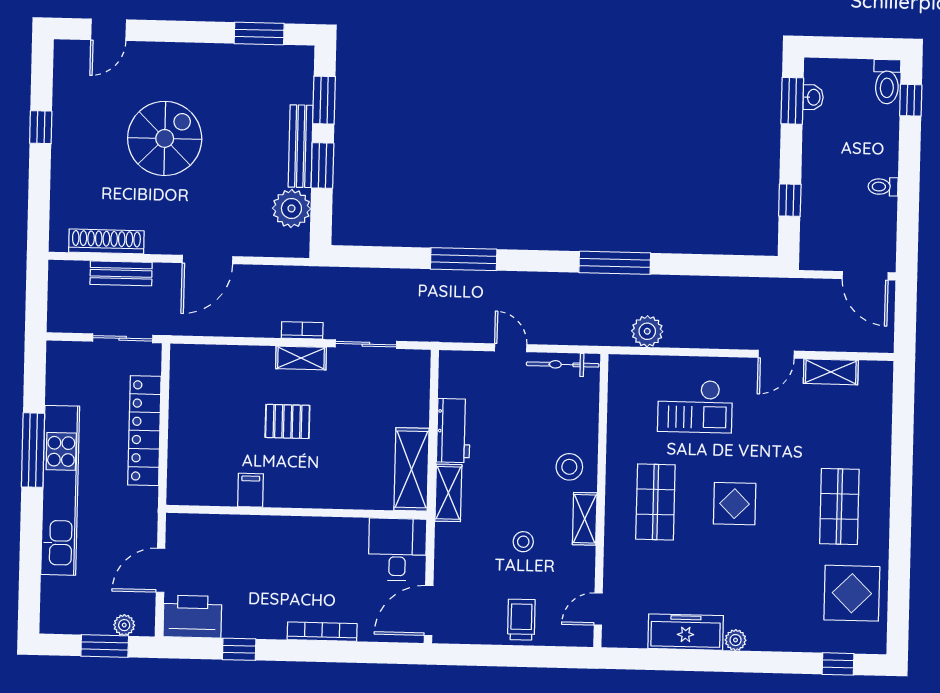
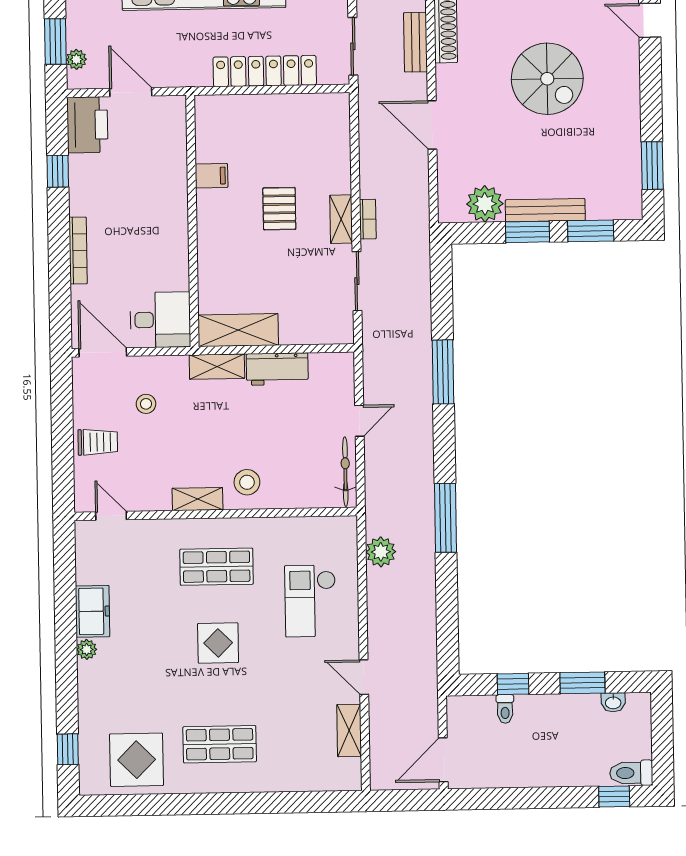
window: (792, 101) -> (582, 683), moved
toilet: (883, 187) -> (505, 709), moved, turned 180
stool: (523, 542) -> (146, 404), moved
freezer: (686, 632) -> (93, 611), width x0.71

